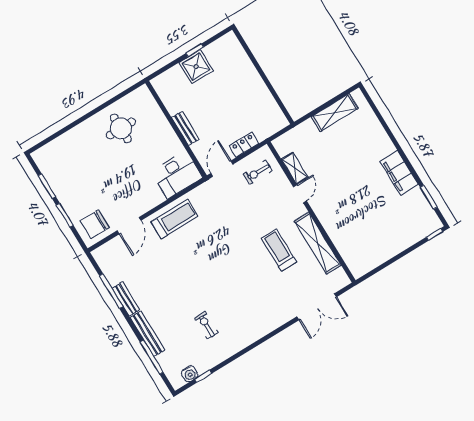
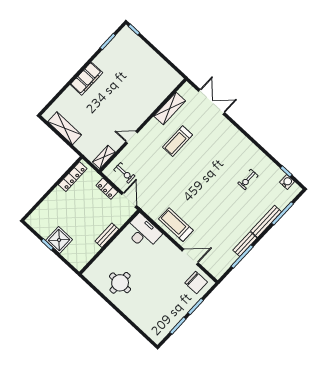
locker: (271, 106) -> (73, 177), added
shelving: (295, 168) -> (104, 157), moved
door: (222, 169) -> (129, 200), swing flipped
filing cabinet: (399, 173) -> (86, 79), moved
shelving: (318, 243) -> (170, 108), width x0.68

